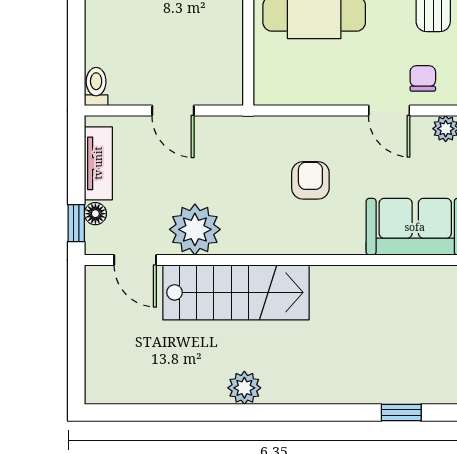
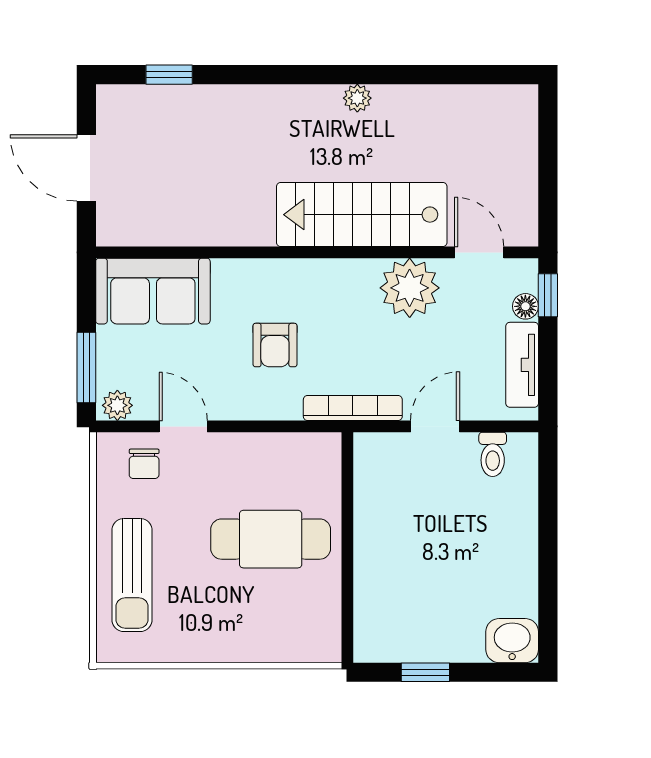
toilet: (96, 87) -> (493, 454), moved
door: (173, 111) -> (435, 426), hinge flipped
bookcase: (244, 126) -> (353, 408), added
plant: (244, 388) -> (357, 98), width x0.73, depth x0.73

